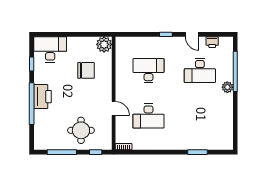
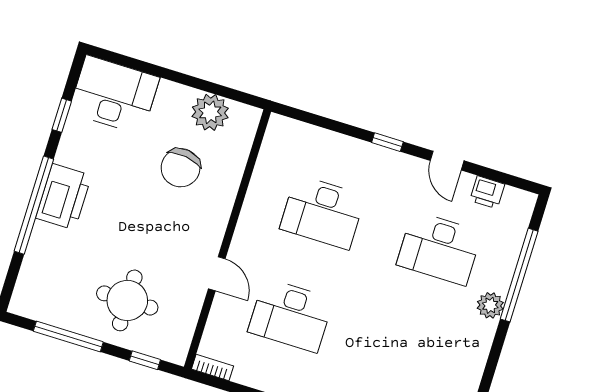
plant: (104, 44) -> (210, 112), moved
chair: (86, 70) -> (181, 168), turned 98
desk: (149, 71) -> (323, 212), turned 180

